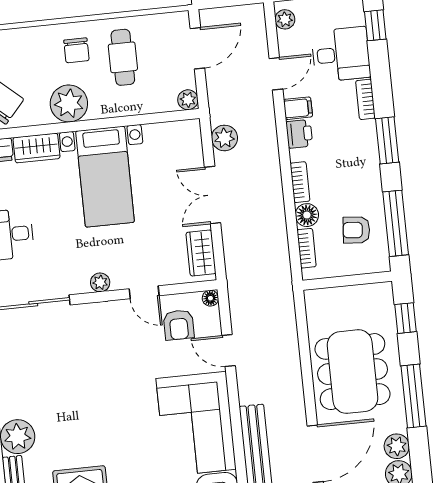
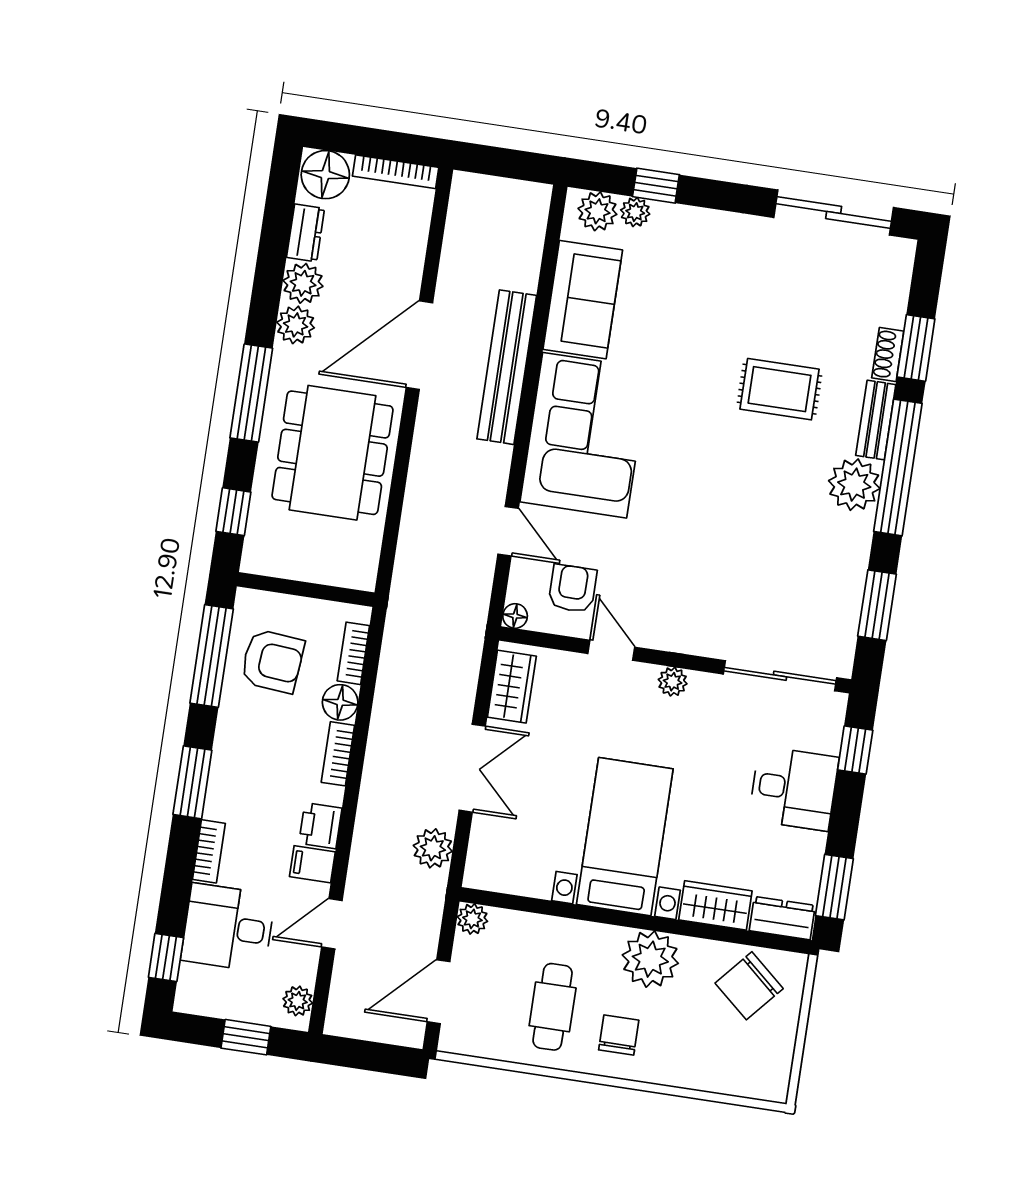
armchair: (356, 230) -> (272, 661), width x1.38, depth x1.38

